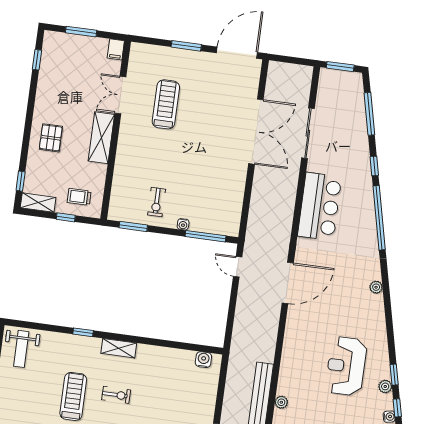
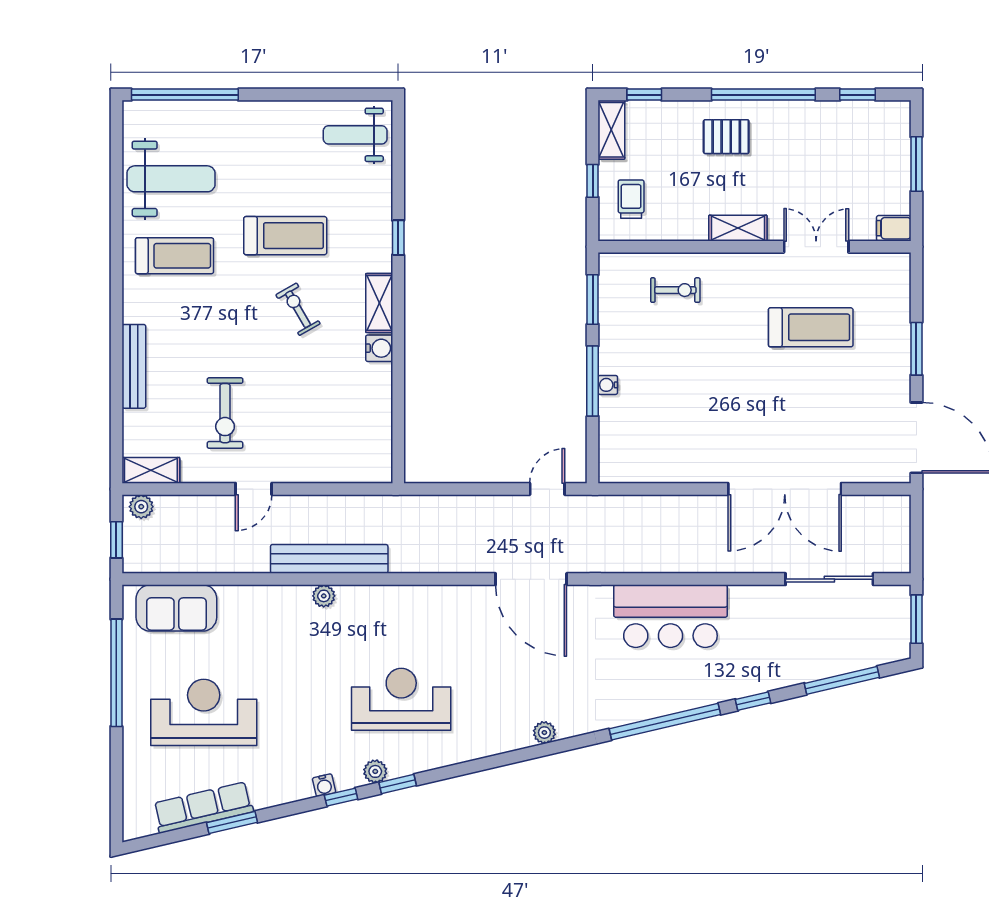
window: (30, 113) -> (763, 95), added
sliding door: (308, 133) -> (829, 579), moved
shelving: (101, 138) -> (738, 228), width x0.67, depth x0.75
exercise bike: (157, 202) -> (675, 290), moved, turned 180
window: (205, 236) -> (593, 381), moved
water cooler: (203, 360) -> (379, 348), moved
exercise bike: (116, 395) -> (298, 309), turned 150

